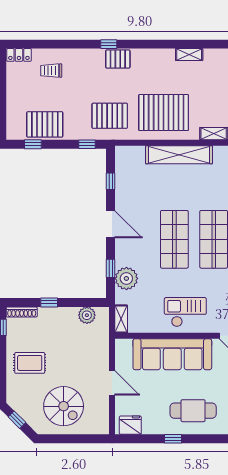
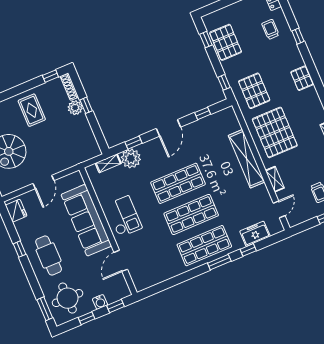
window: (109, 44) -> (298, 36), moved
plant: (87, 315) -> (75, 108), moved
shelving: (121, 319) -> (108, 163), moved

